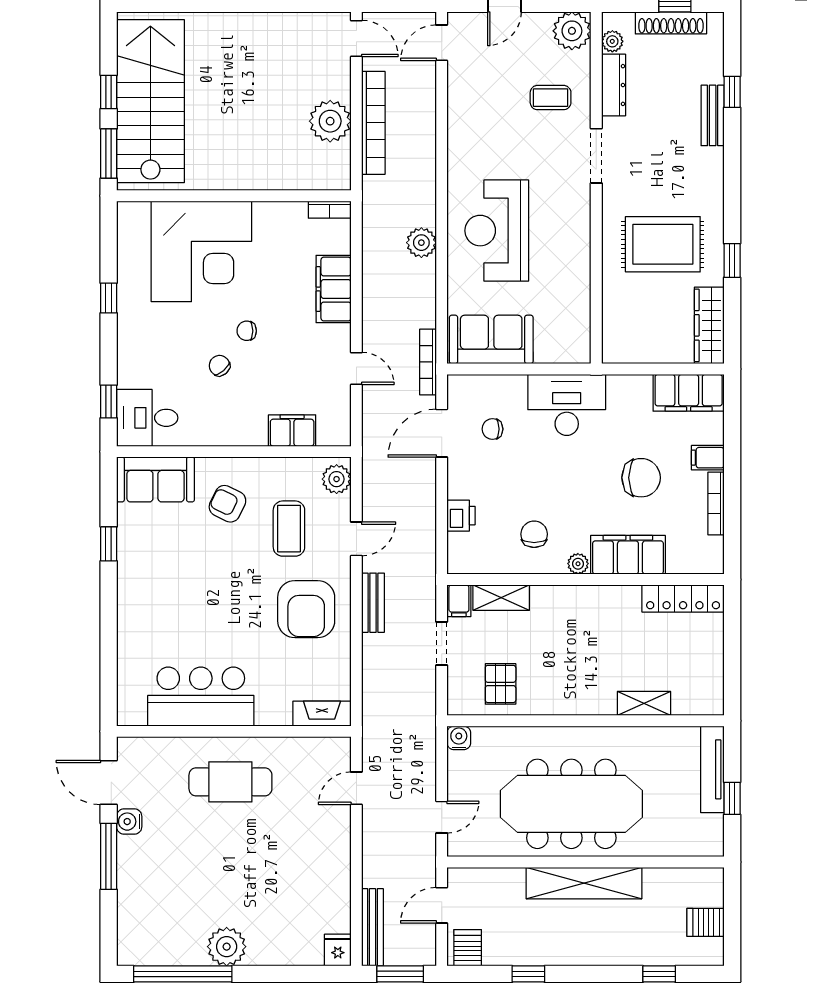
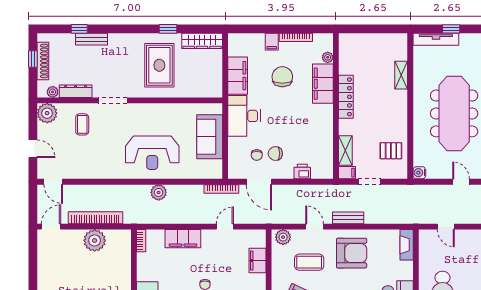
sofa: (491, 339) -> (210, 137), moved
filing cabinet: (689, 393) -> (238, 76), moved
chair: (534, 534) -> (275, 154), moved
plant: (578, 564) -> (328, 57), moved
locker: (683, 598) -> (346, 97), moved

